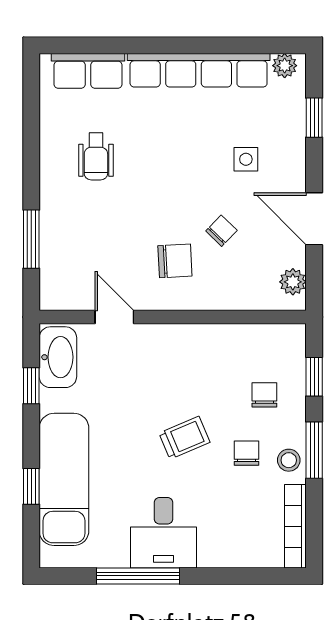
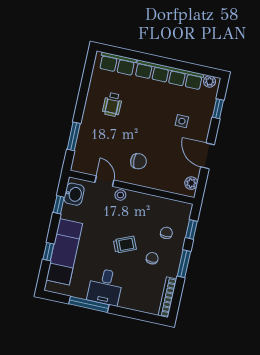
chair: (221, 231) -> (163, 152), removed
washbasin: (58, 357) -> (74, 194), width x0.72
stool: (289, 460) -> (120, 195), moved

